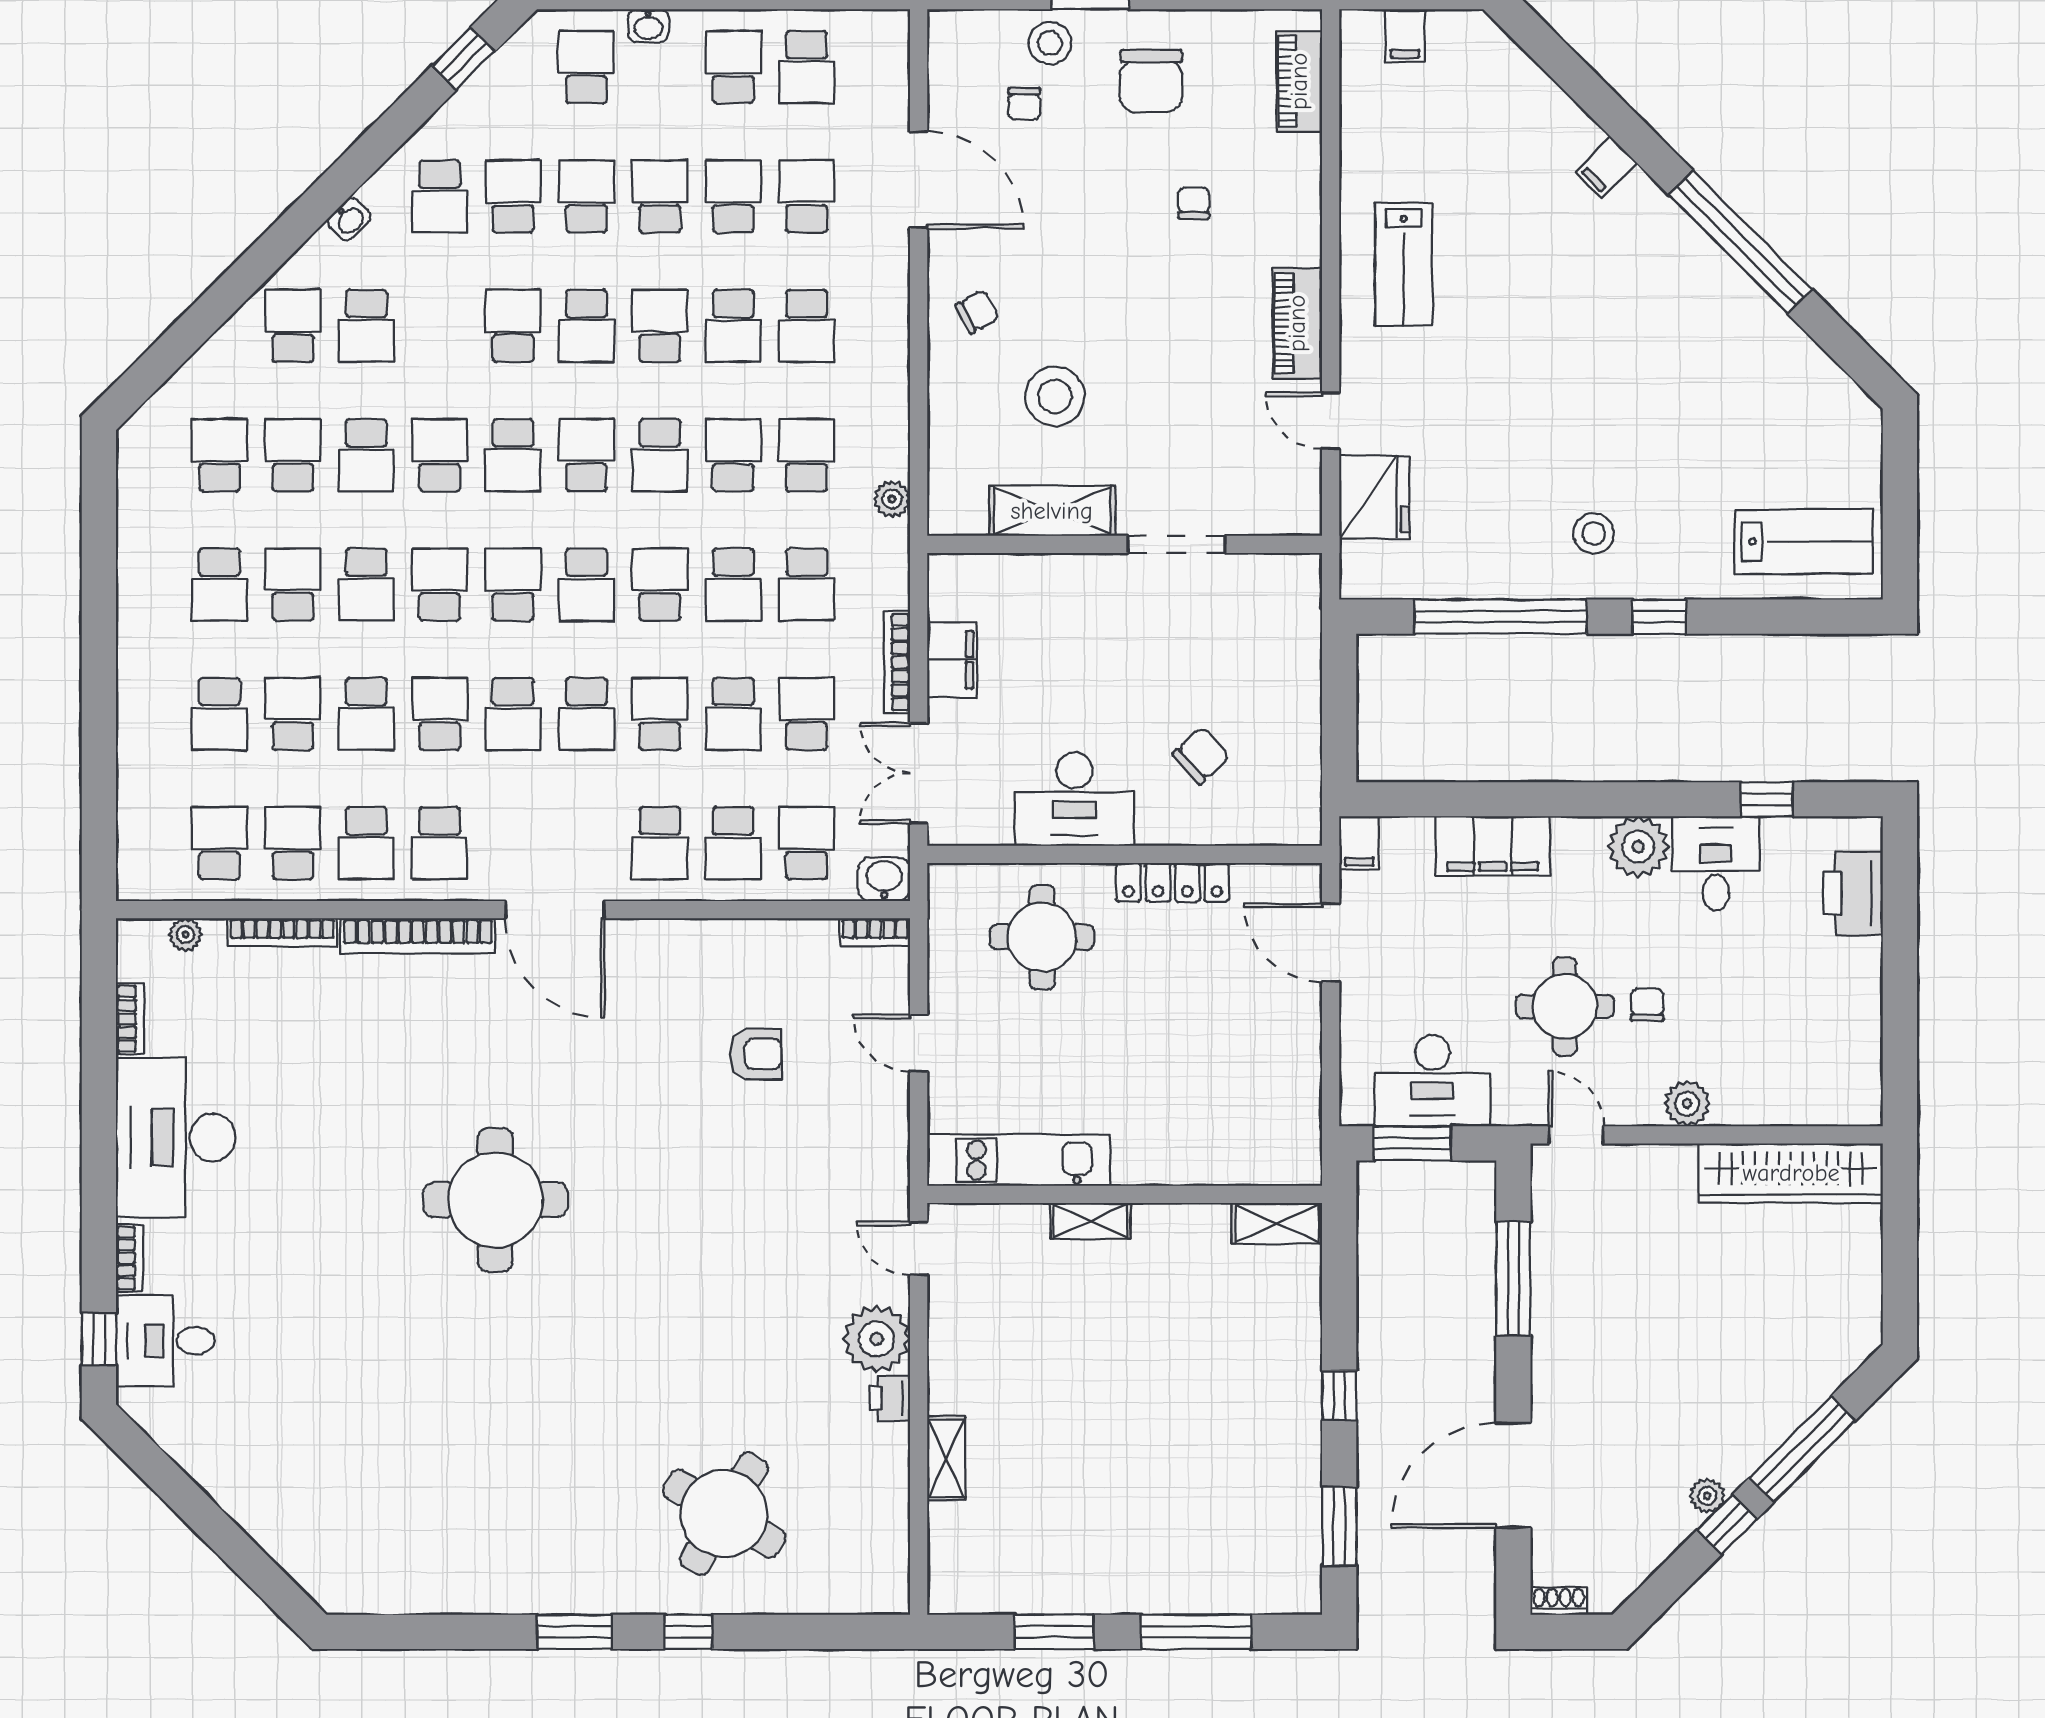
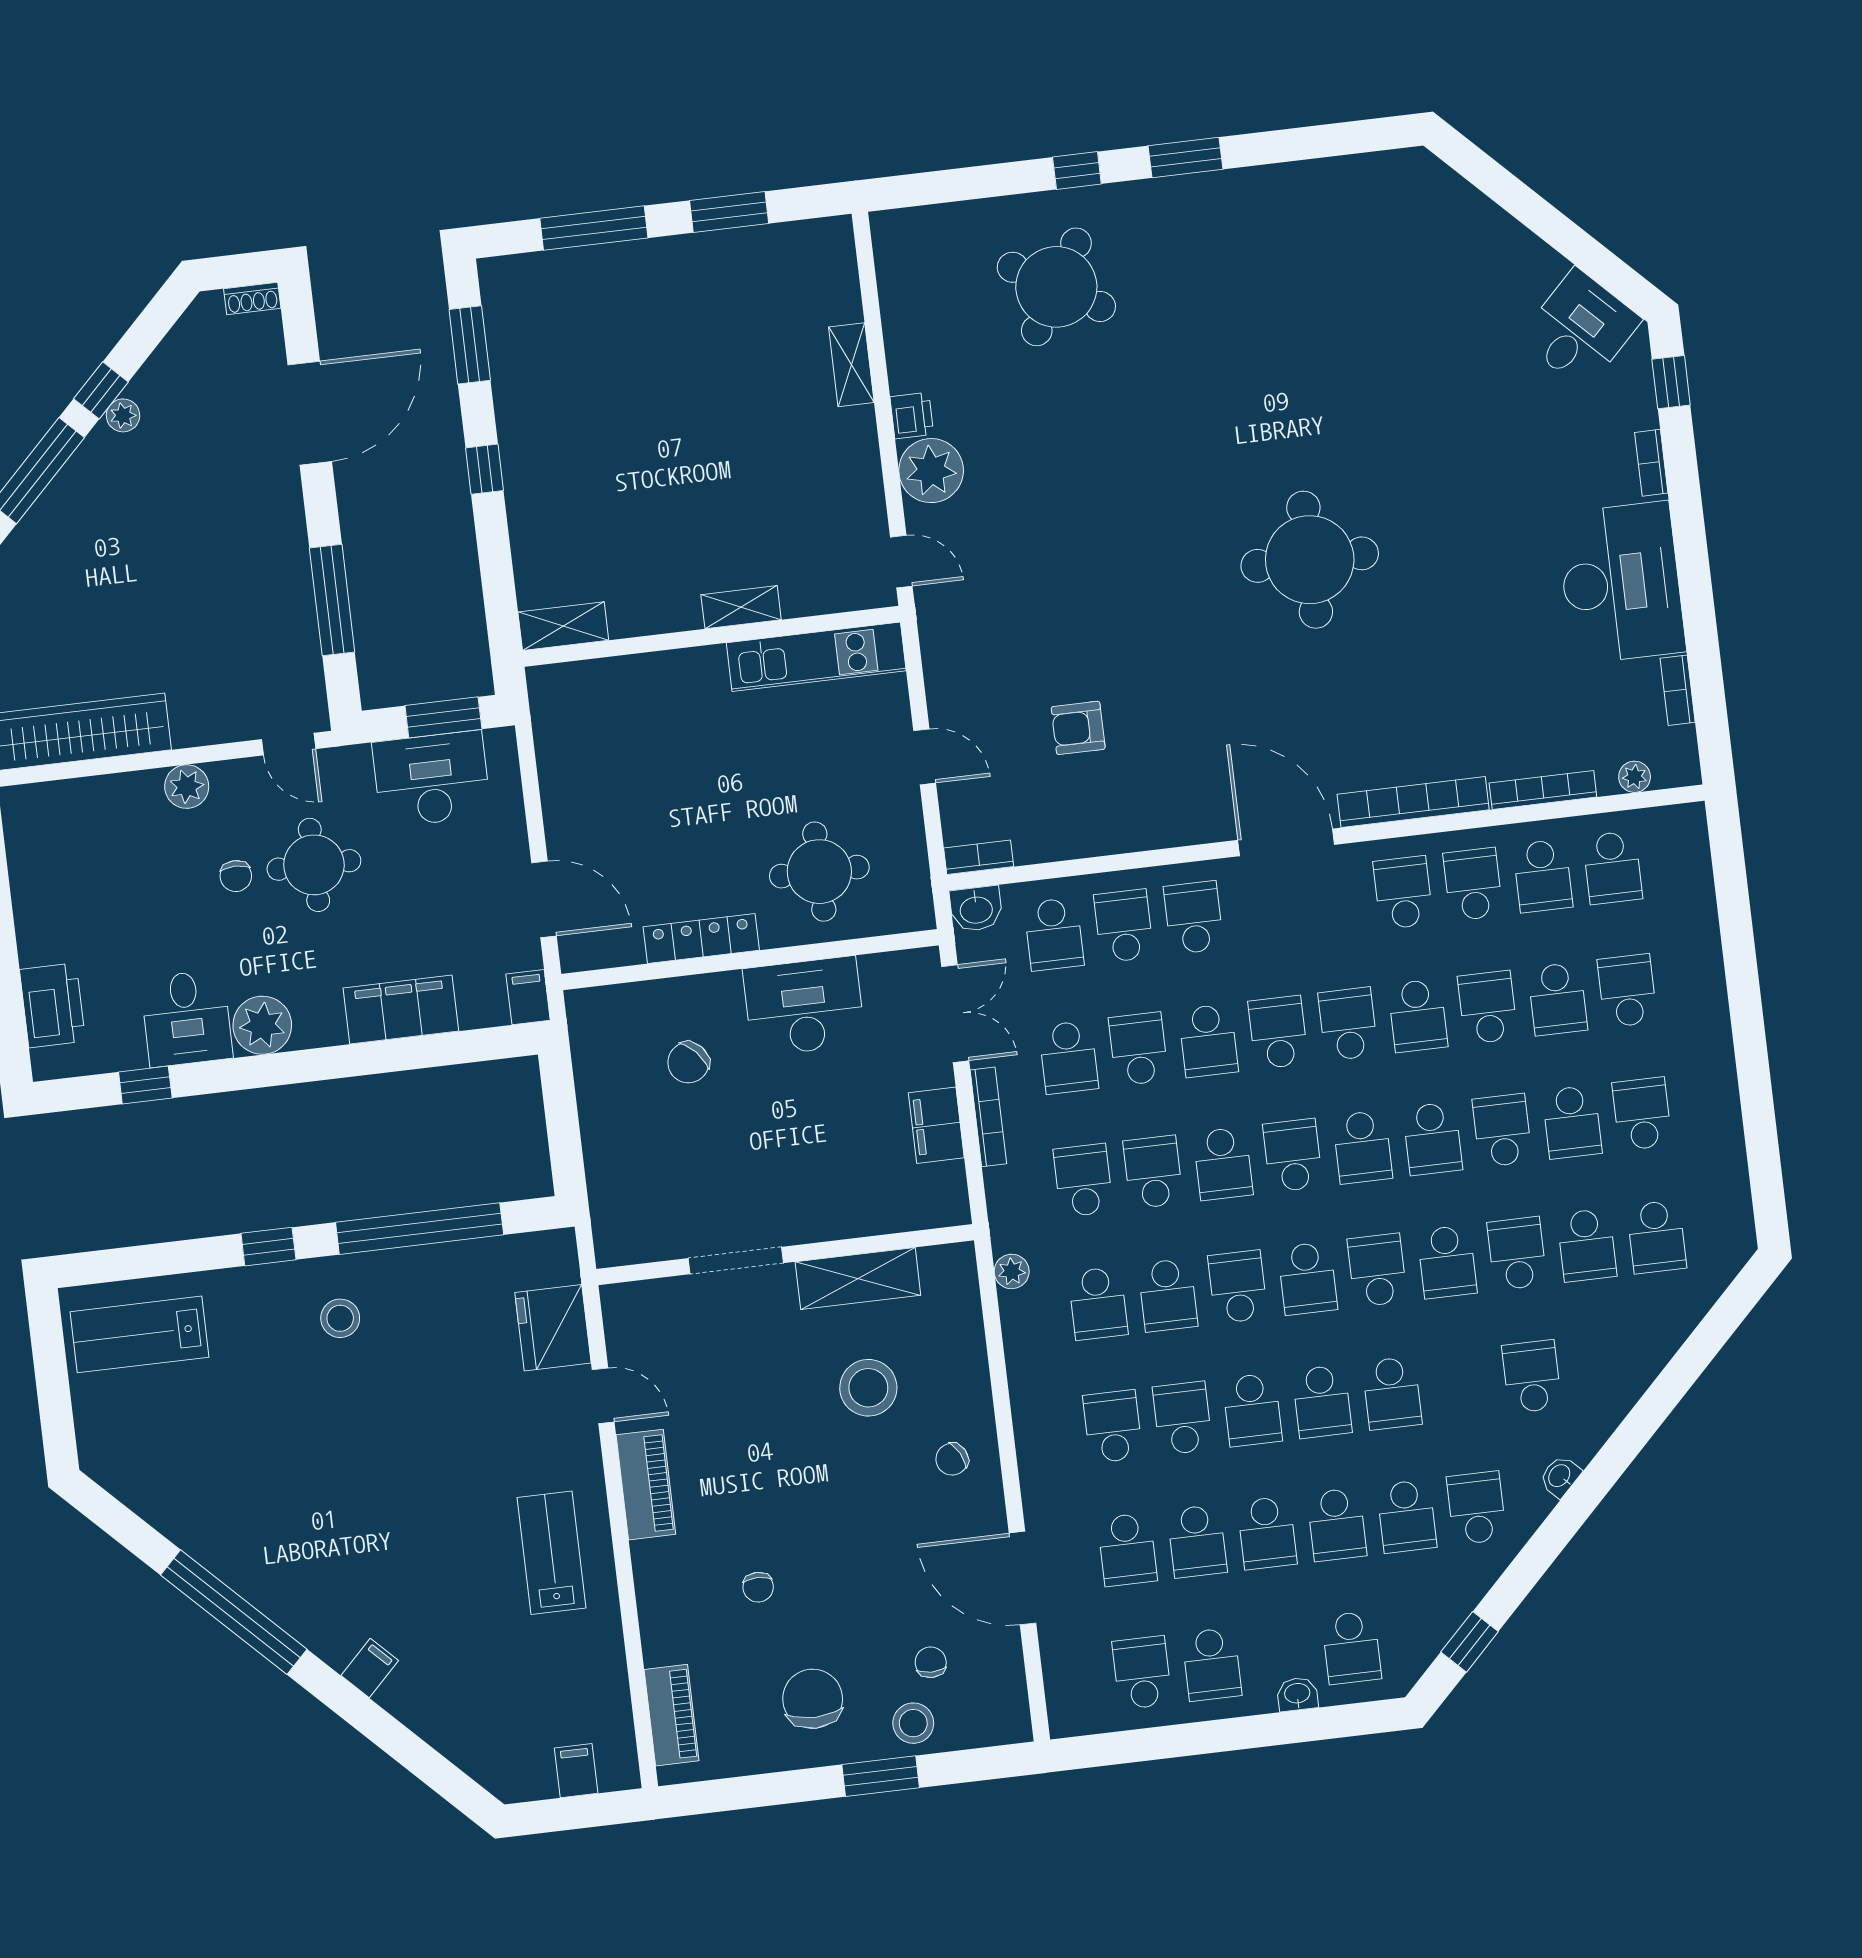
school desk: (293, 326) -> (1601, 1368), removed
school desk: (586, 326) -> (1322, 1402), turned 180
desk: (165, 1341) -> (1580, 329), moved, turned -45

